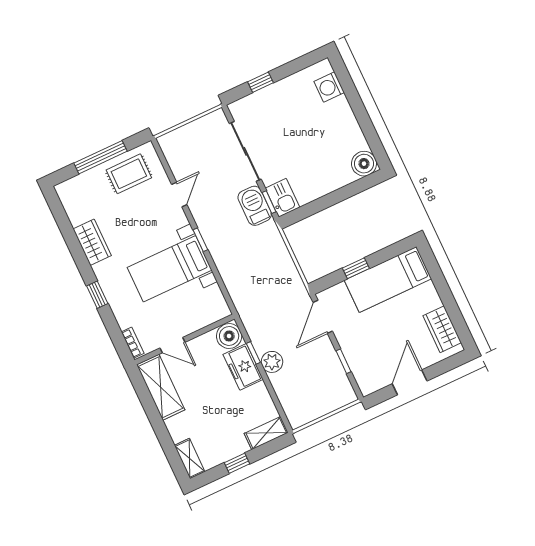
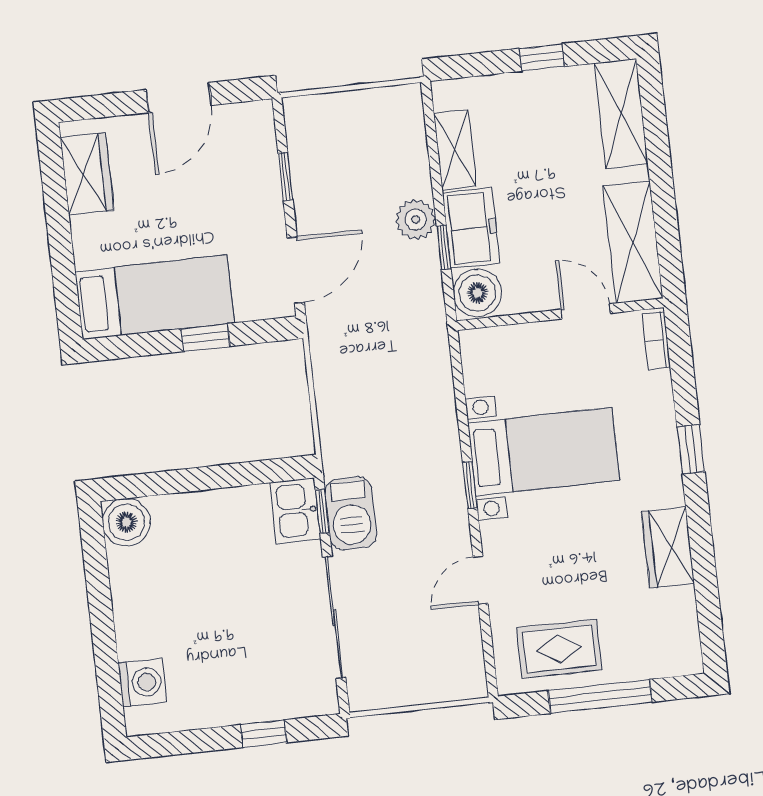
shelving: (266, 433) -> (455, 150), moved, turned 90
shelving: (190, 459) -> (621, 113), width x1.50, depth x1.33

